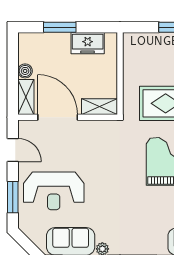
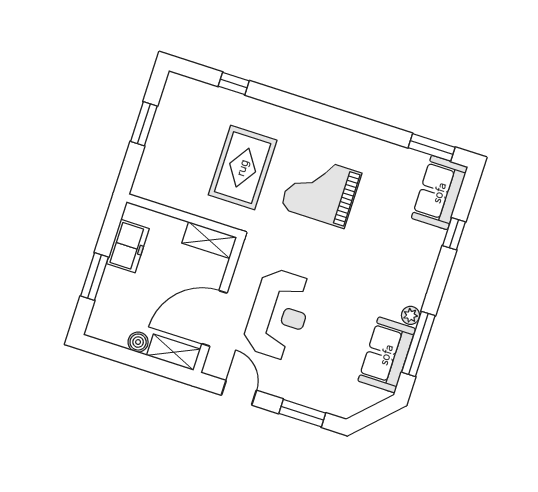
shelving: (99, 107) -> (209, 240), moved, turned 90
door: (13, 150) -> (239, 393), hinge flipped
reception desk: (54, 191) -> (279, 314), moved

